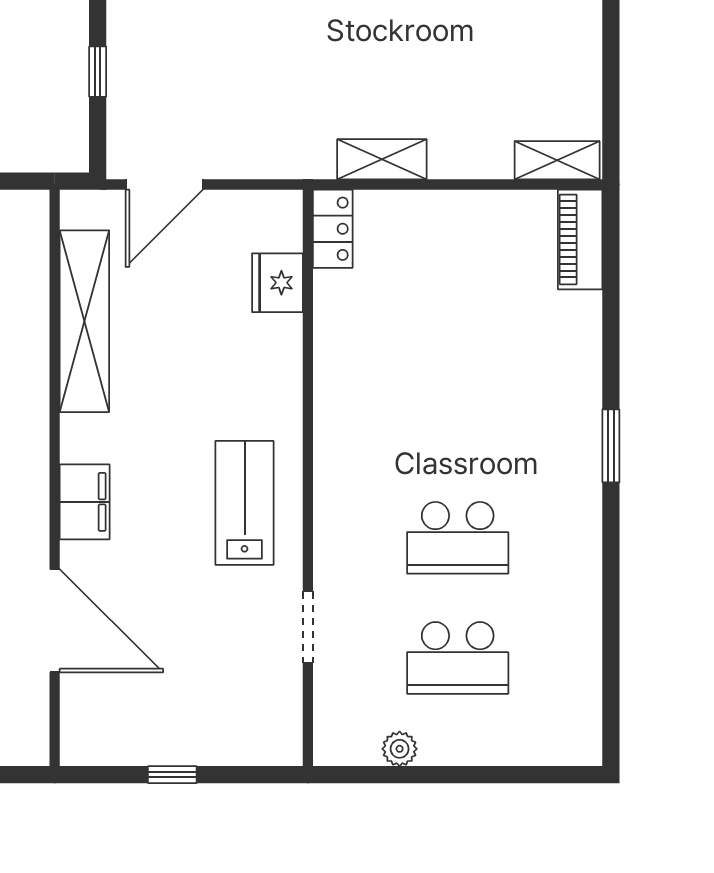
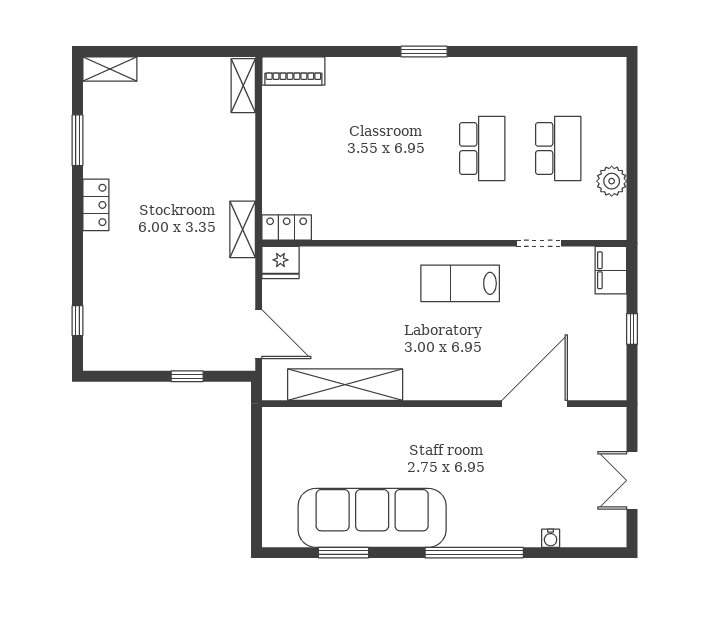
shelving: (382, 159) -> (243, 229), moved
fridge: (277, 283) -> (280, 263), moved
filing cabinet: (85, 502) -> (611, 270), moved, turned -90
plant: (400, 749) -> (612, 181), width x1.38, depth x1.38

